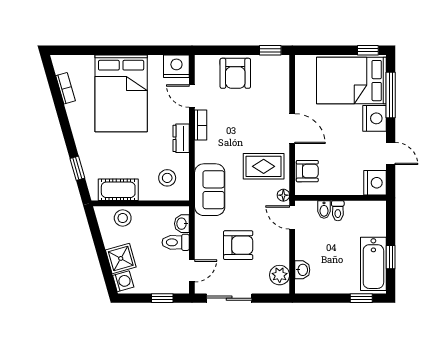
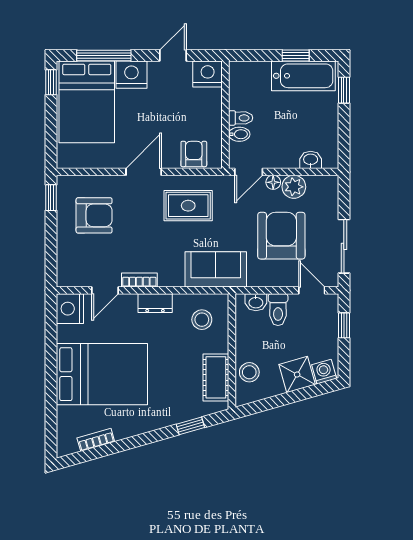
armchair: (235, 73) -> (94, 215), moved
rug: (264, 166) -> (188, 206), turned 90
floor lamp: (283, 195) -> (273, 182), moved
armchair: (238, 245) -> (281, 236), width x1.36, depth x1.36
plant: (280, 275) -> (294, 187), moved

